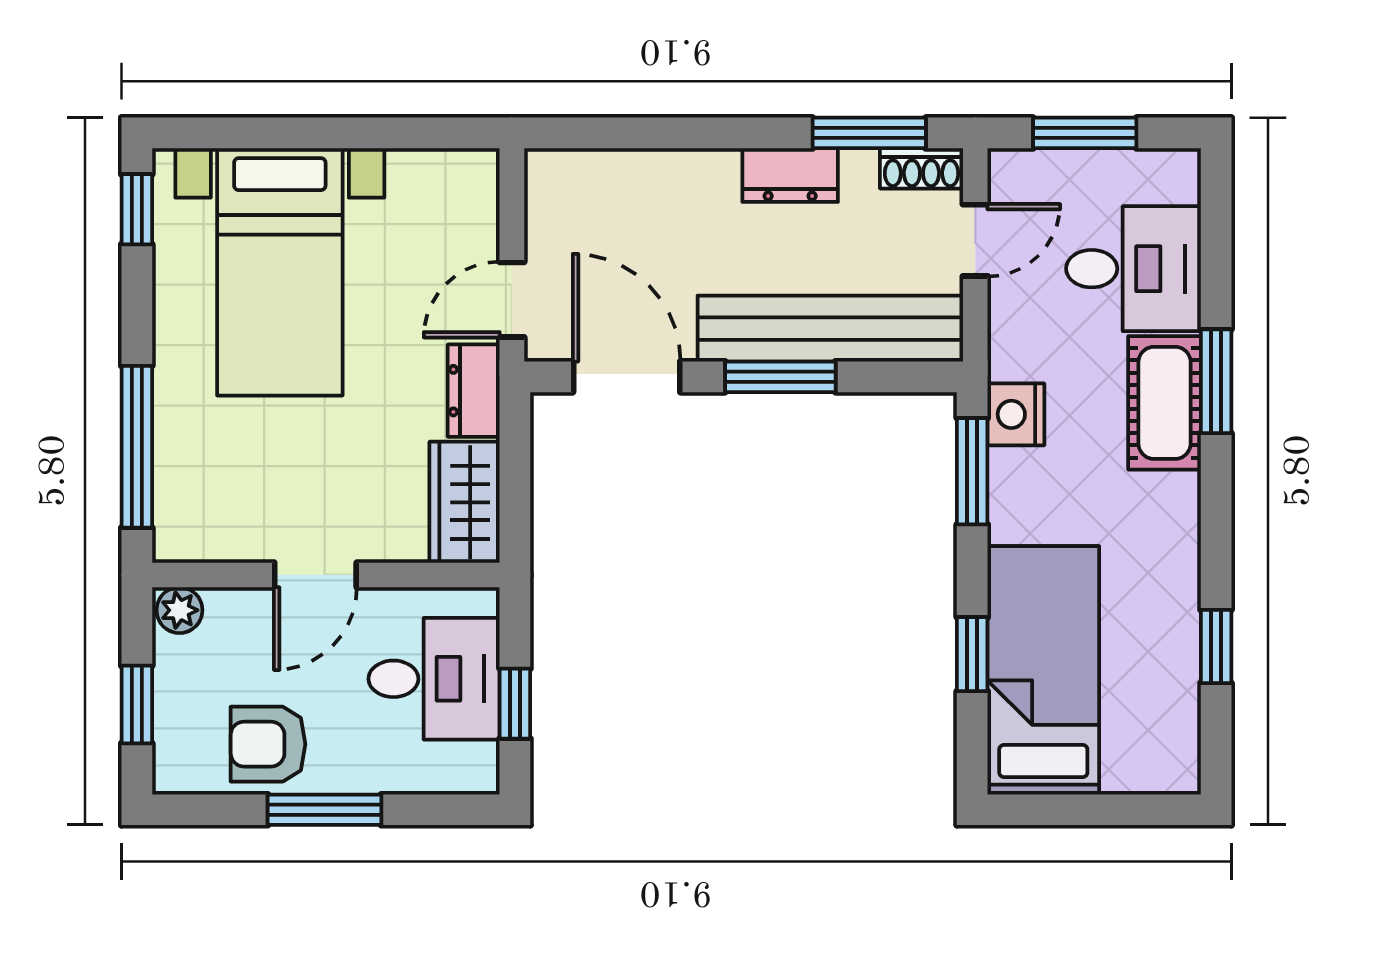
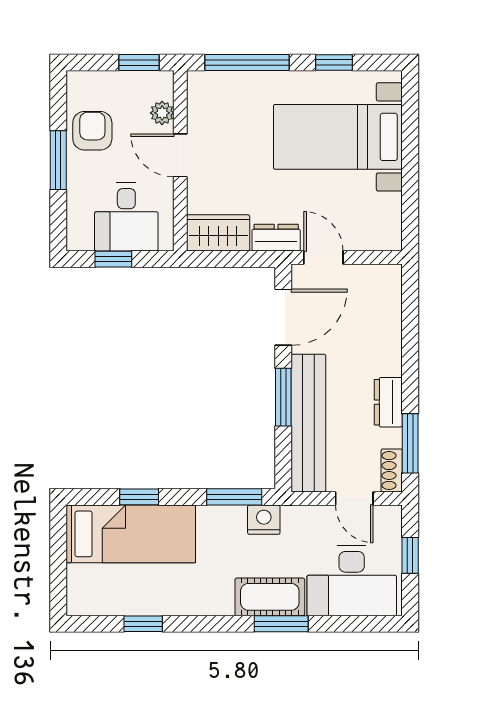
window: (1085, 133) -> (410, 555), width x0.67
window: (137, 209) -> (334, 63), moved
desk: (1133, 269) -> (352, 581), width x1.37
plant: (179, 610) -> (162, 113), moved
window: (137, 705) -> (139, 63), moved

